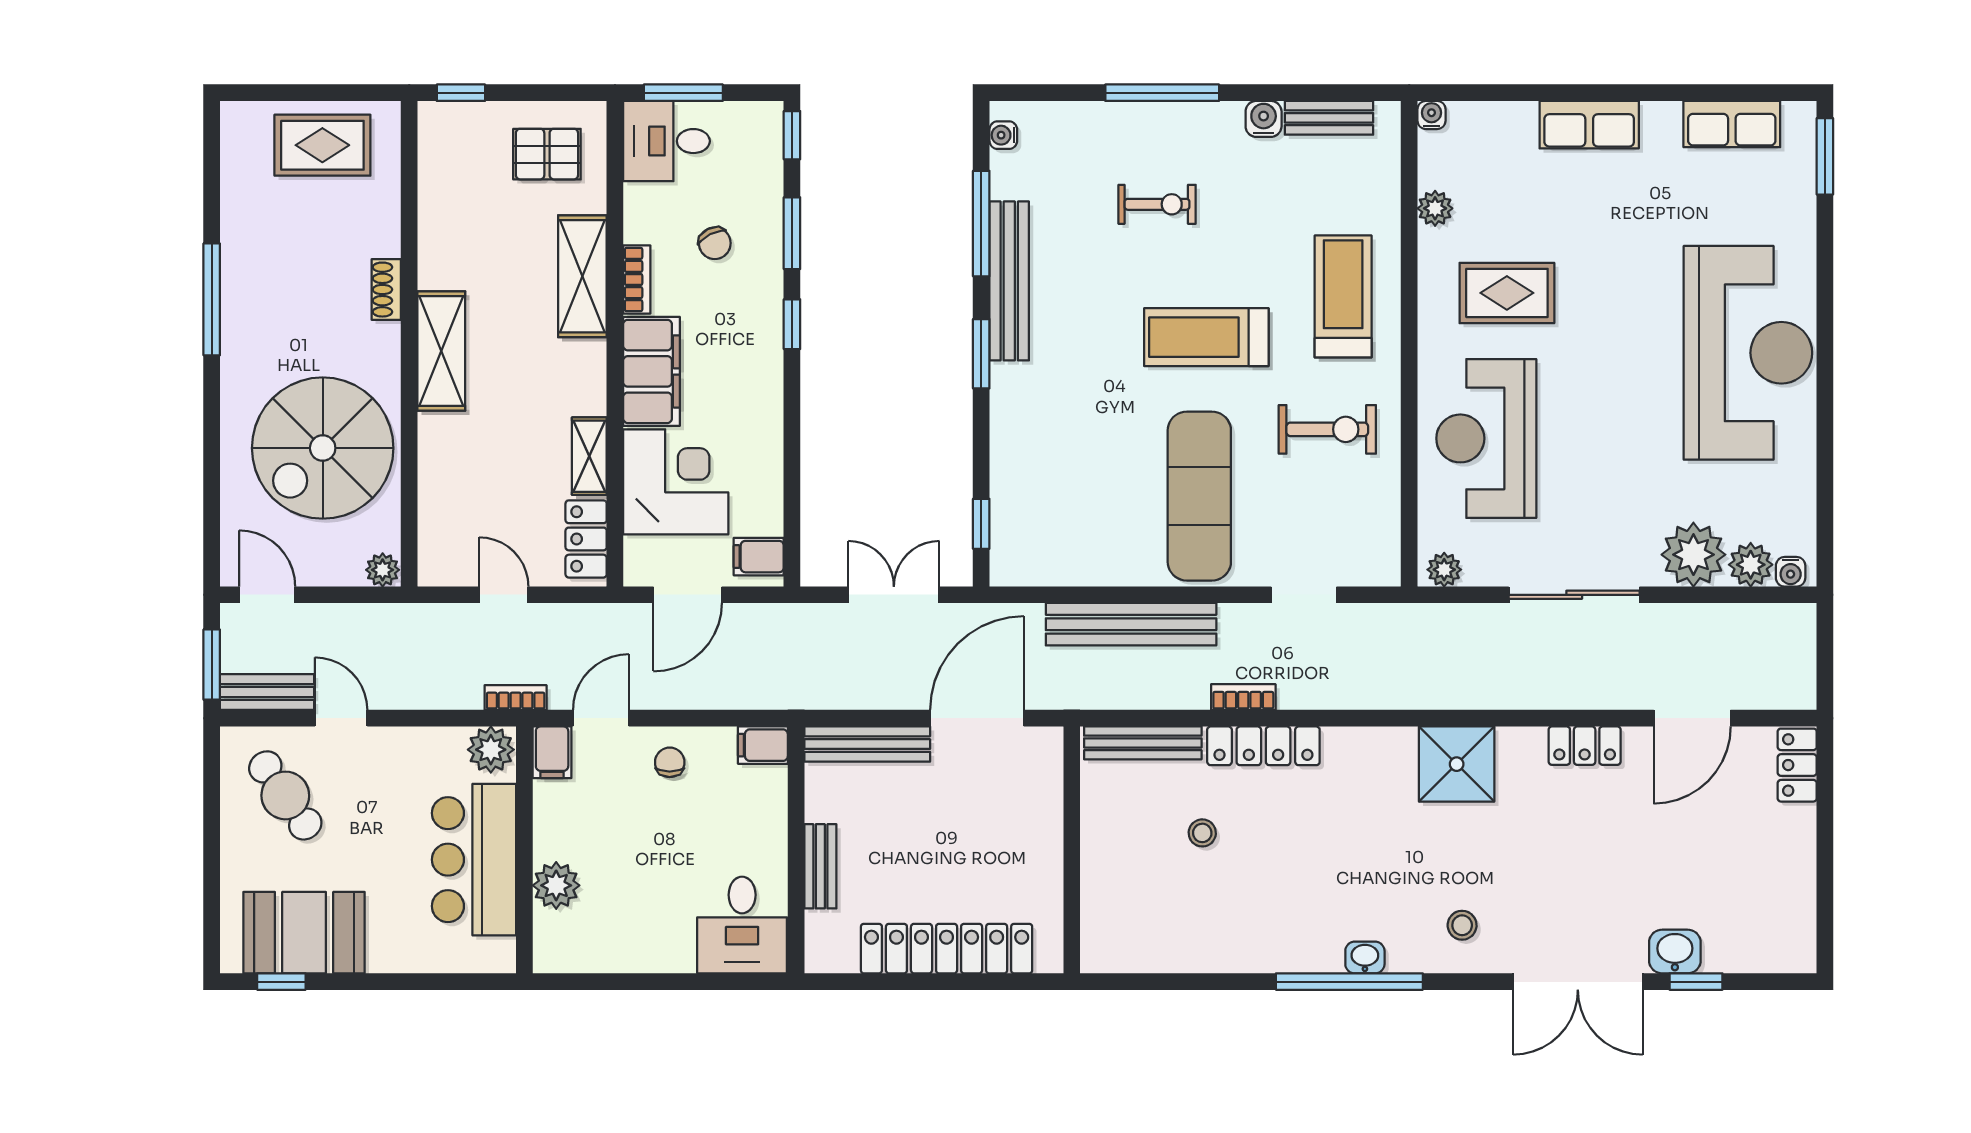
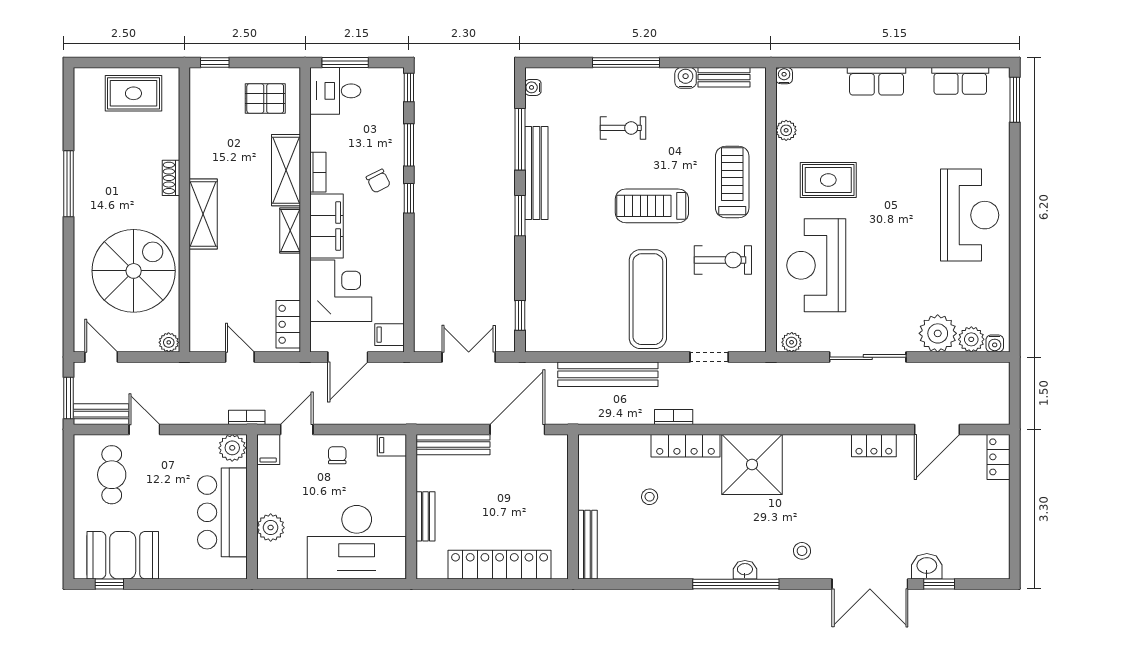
chair: (715, 243) -> (378, 181), moved
reception desk: (1748, 353) -> (970, 215), width x0.74, depth x0.77
spiral stairs: (323, 448) -> (134, 271), turned 180
shelving: (589, 456) -> (290, 231), moved
bench: (1143, 743) -> (588, 545), moved, turned 90
shower: (1457, 764) -> (752, 464), moved, width x1.37, depth x1.37
cafe table: (285, 795) -> (112, 475), turned 35
desk: (742, 925) -> (357, 542), width x1.87, depth x1.30

